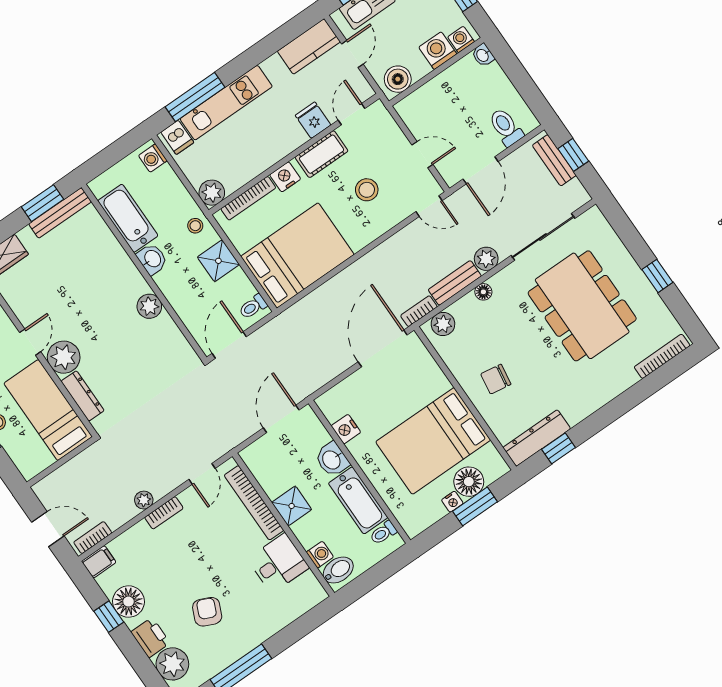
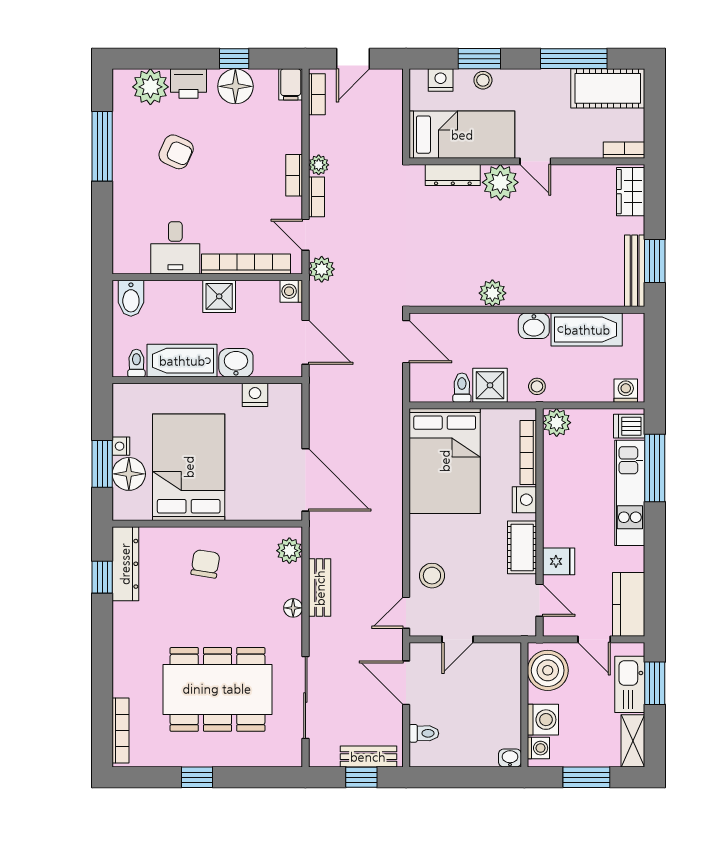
boiler: (398, 79) -> (548, 670), width x1.37, depth x1.37
toilet: (506, 127) -> (424, 733), width x0.73, depth x0.72
stool: (367, 190) -> (432, 576), moved
plant: (486, 259) -> (322, 269), moved
toilet: (253, 307) -> (462, 388), moved
bookcase: (419, 311) -> (316, 197), moved
nightstand: (19, 454) -> (441, 80), added
washing machine: (320, 555) -> (291, 291), moved, turned 90

